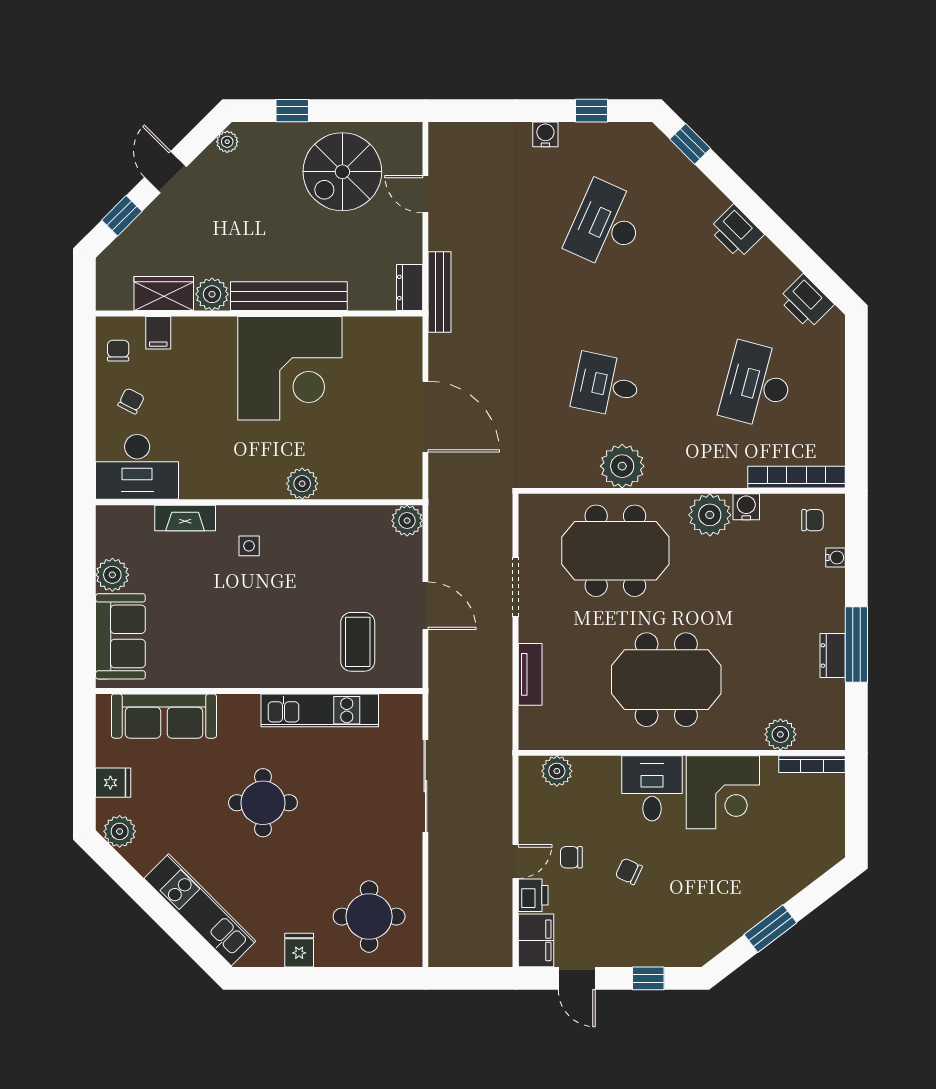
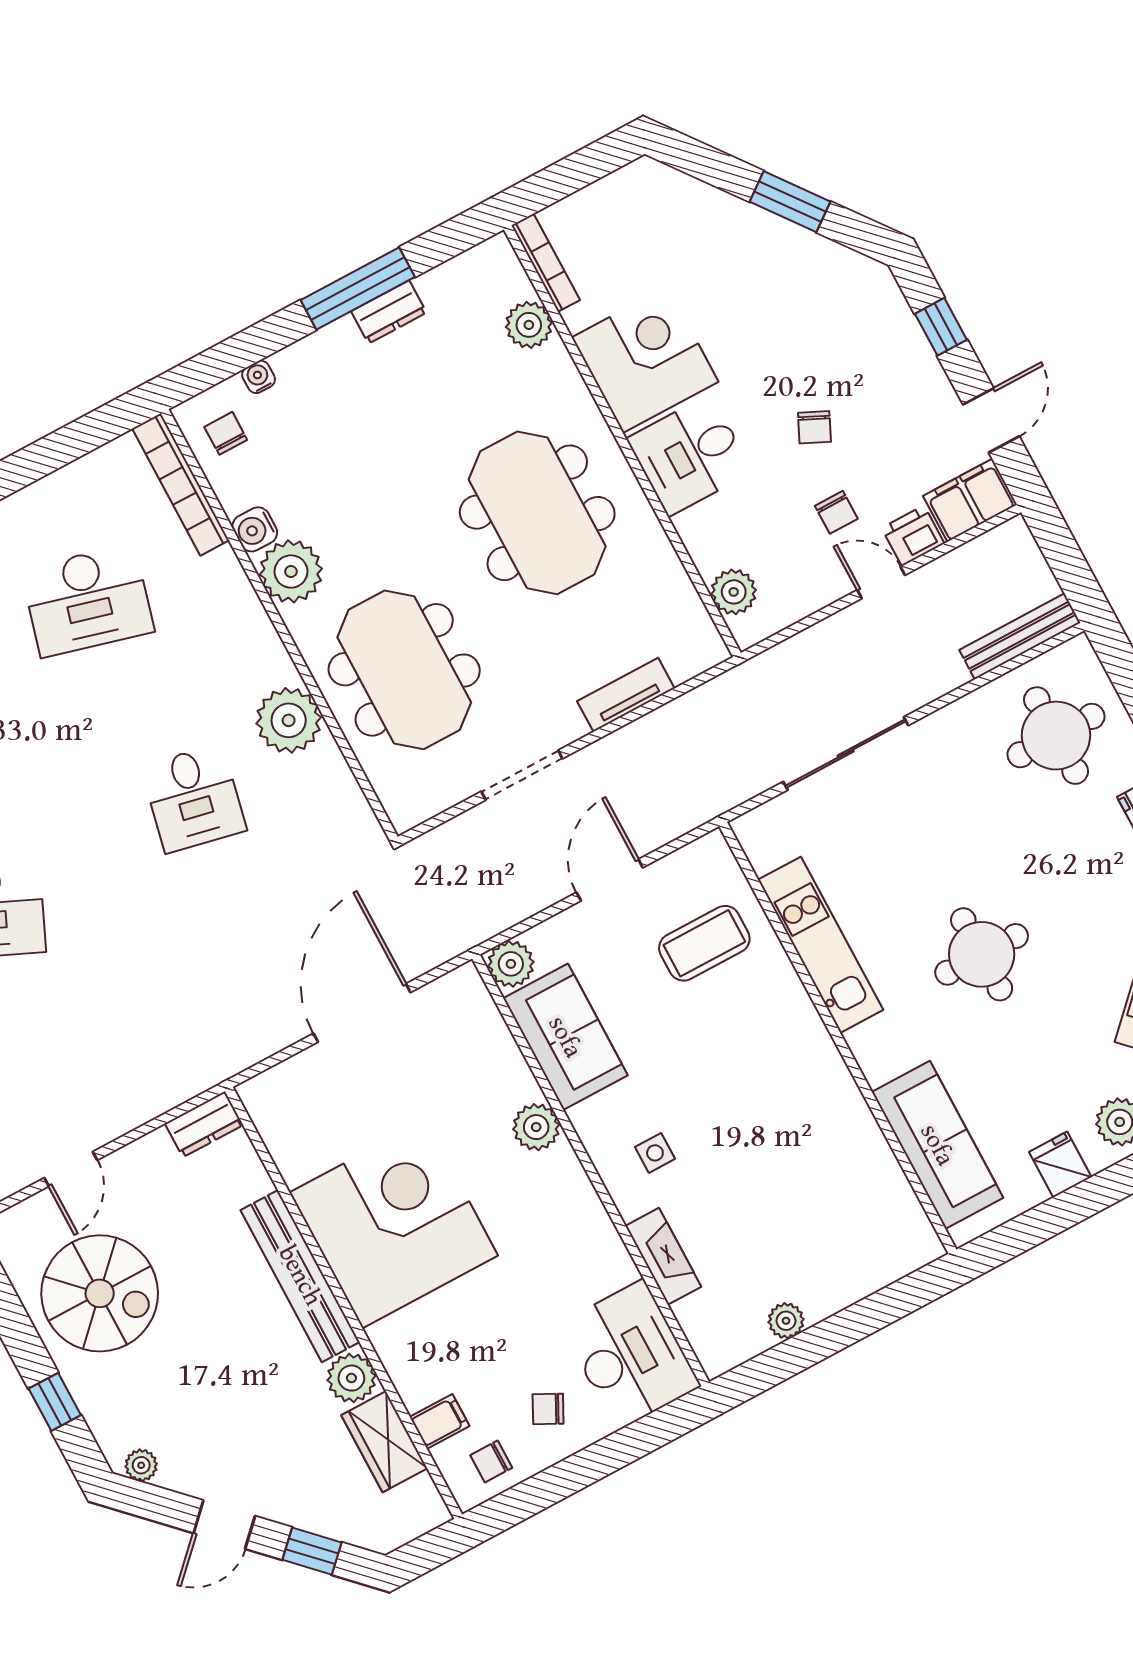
bench: (439, 292) -> (1020, 636), moved
plant: (112, 575) -> (786, 1321), width x0.73, depth x0.73
sofa: (120, 636) -> (565, 1037), moved, turned 90

